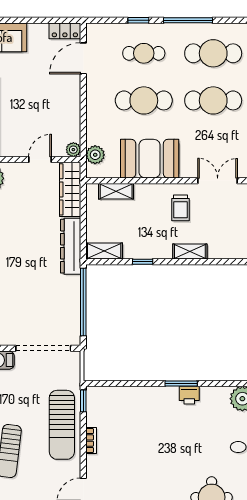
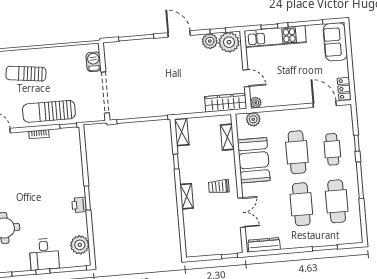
dresser: (71, 246) -> (183, 107), removed

